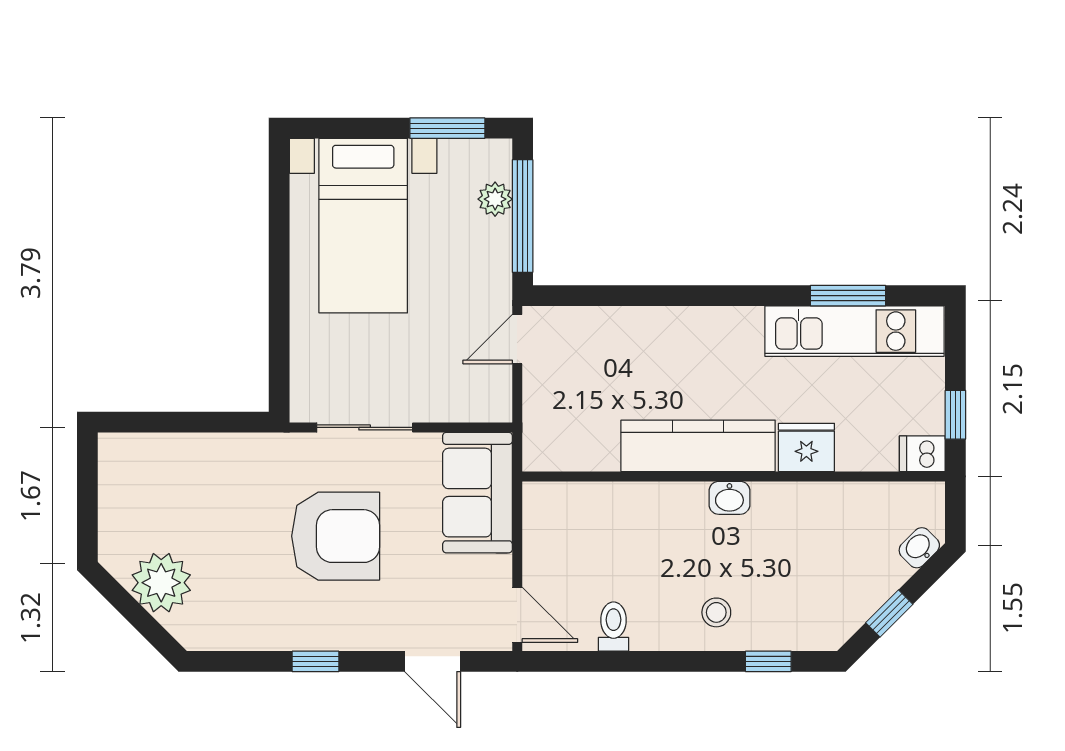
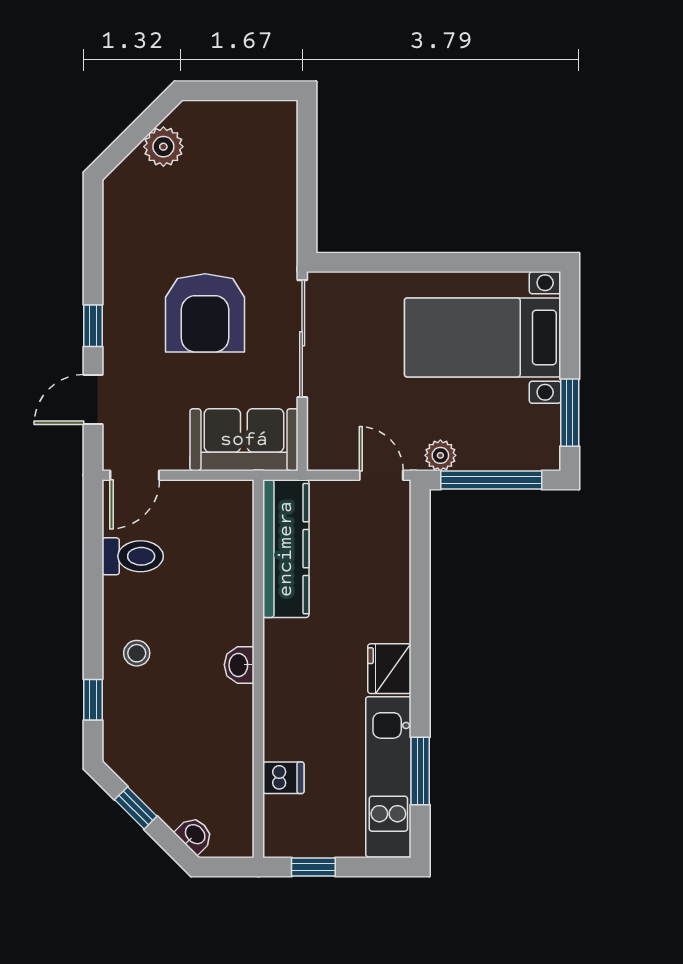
plant: (495, 199) -> (440, 455), moved
sliding door: (365, 427) -> (302, 339), width x1.37
kitchen counter: (698, 446) -> (286, 549), moved
fridge: (806, 447) -> (389, 669), moved, turned 180
dishwasher: (922, 454) -> (283, 778), moved, turned 90
plant: (161, 583) -> (163, 147), width x0.73, depth x0.73
toilet: (614, 627) -> (133, 556), width x1.37, depth x1.39
window: (316, 661) -> (93, 326), moved

